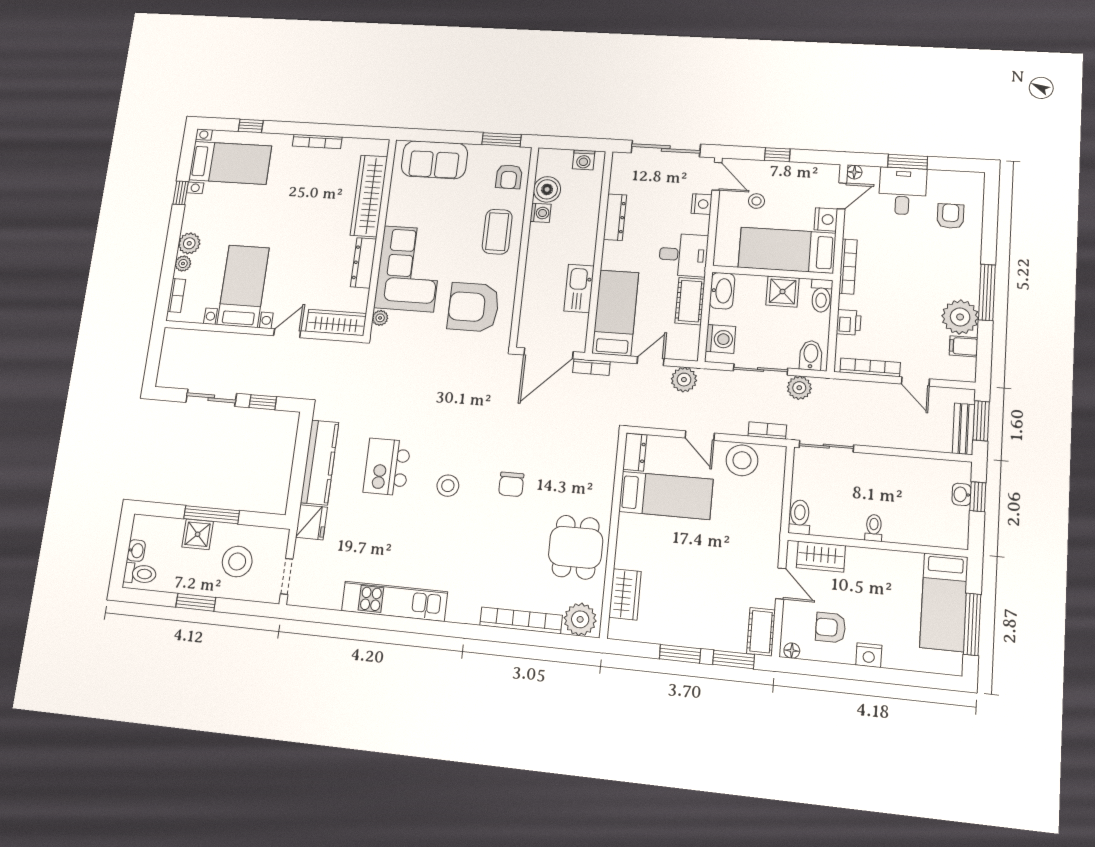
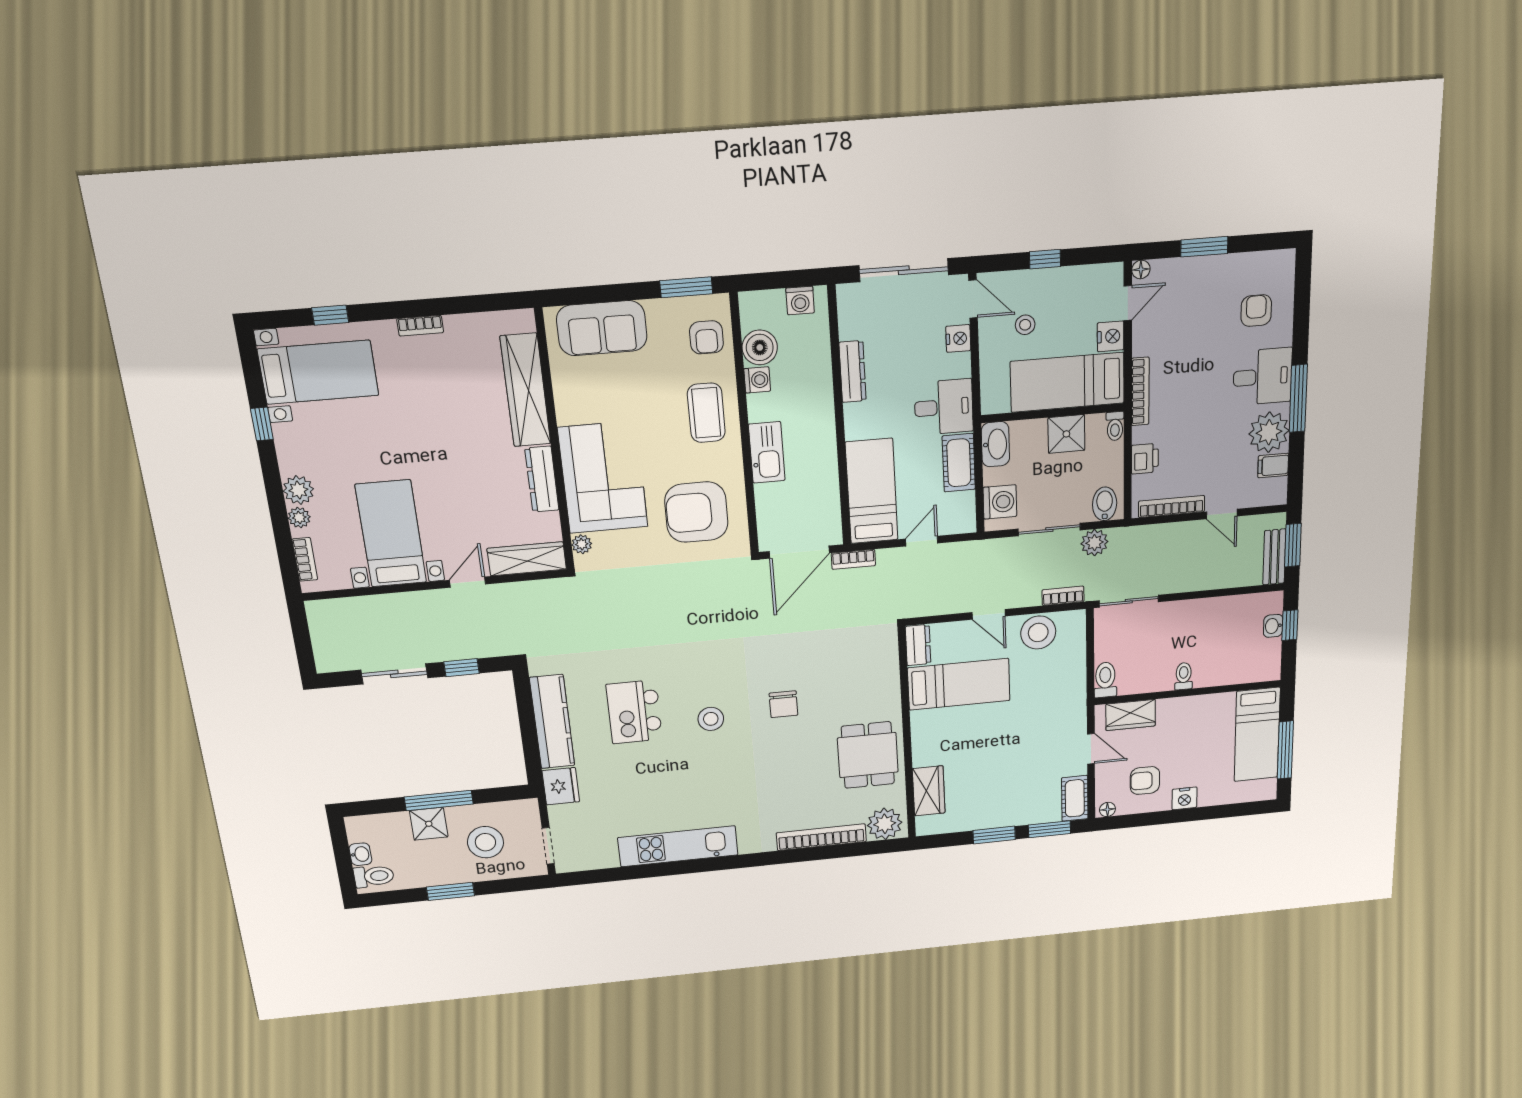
bookcase: (317, 141) -> (420, 326), width x0.64
desk: (903, 191) -> (1263, 377), moved, turned 90
kitchen sink: (579, 288) -> (767, 452), moved, turned 180
toilet: (821, 296) -> (1115, 426), width x0.73, depth x0.72
plant: (684, 380) -> (963, 556), removed

